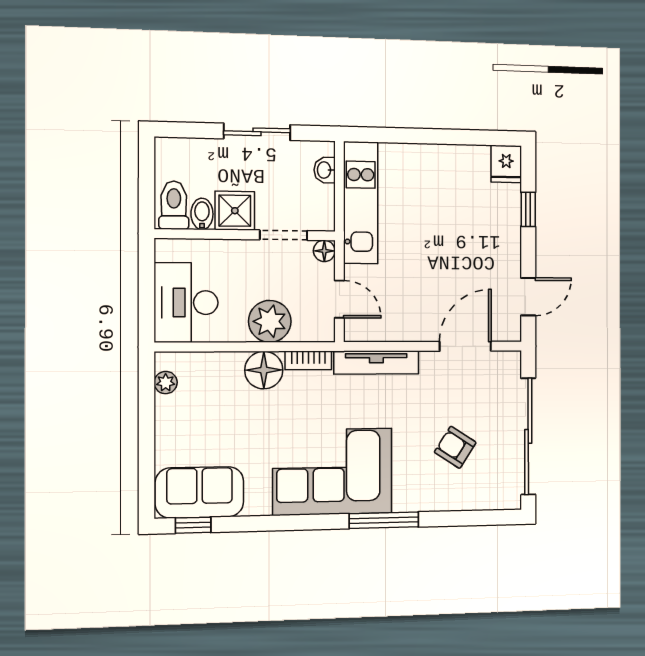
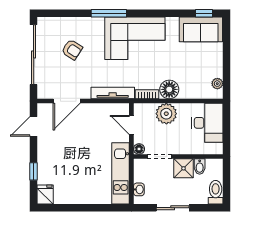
toilet: (174, 205) -> (216, 192), moved, turned 180

